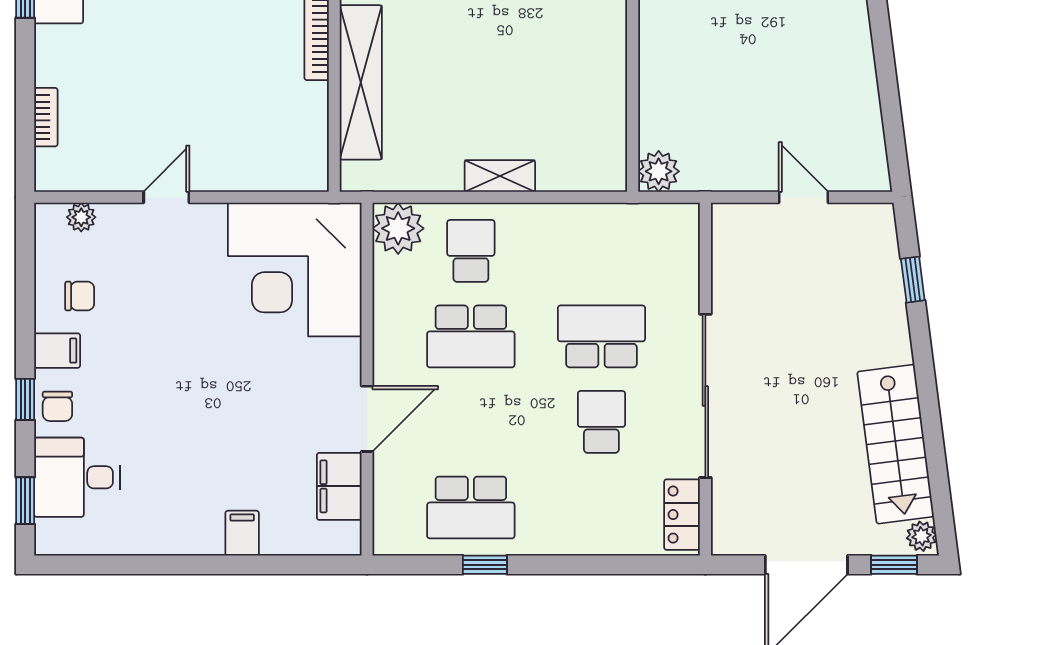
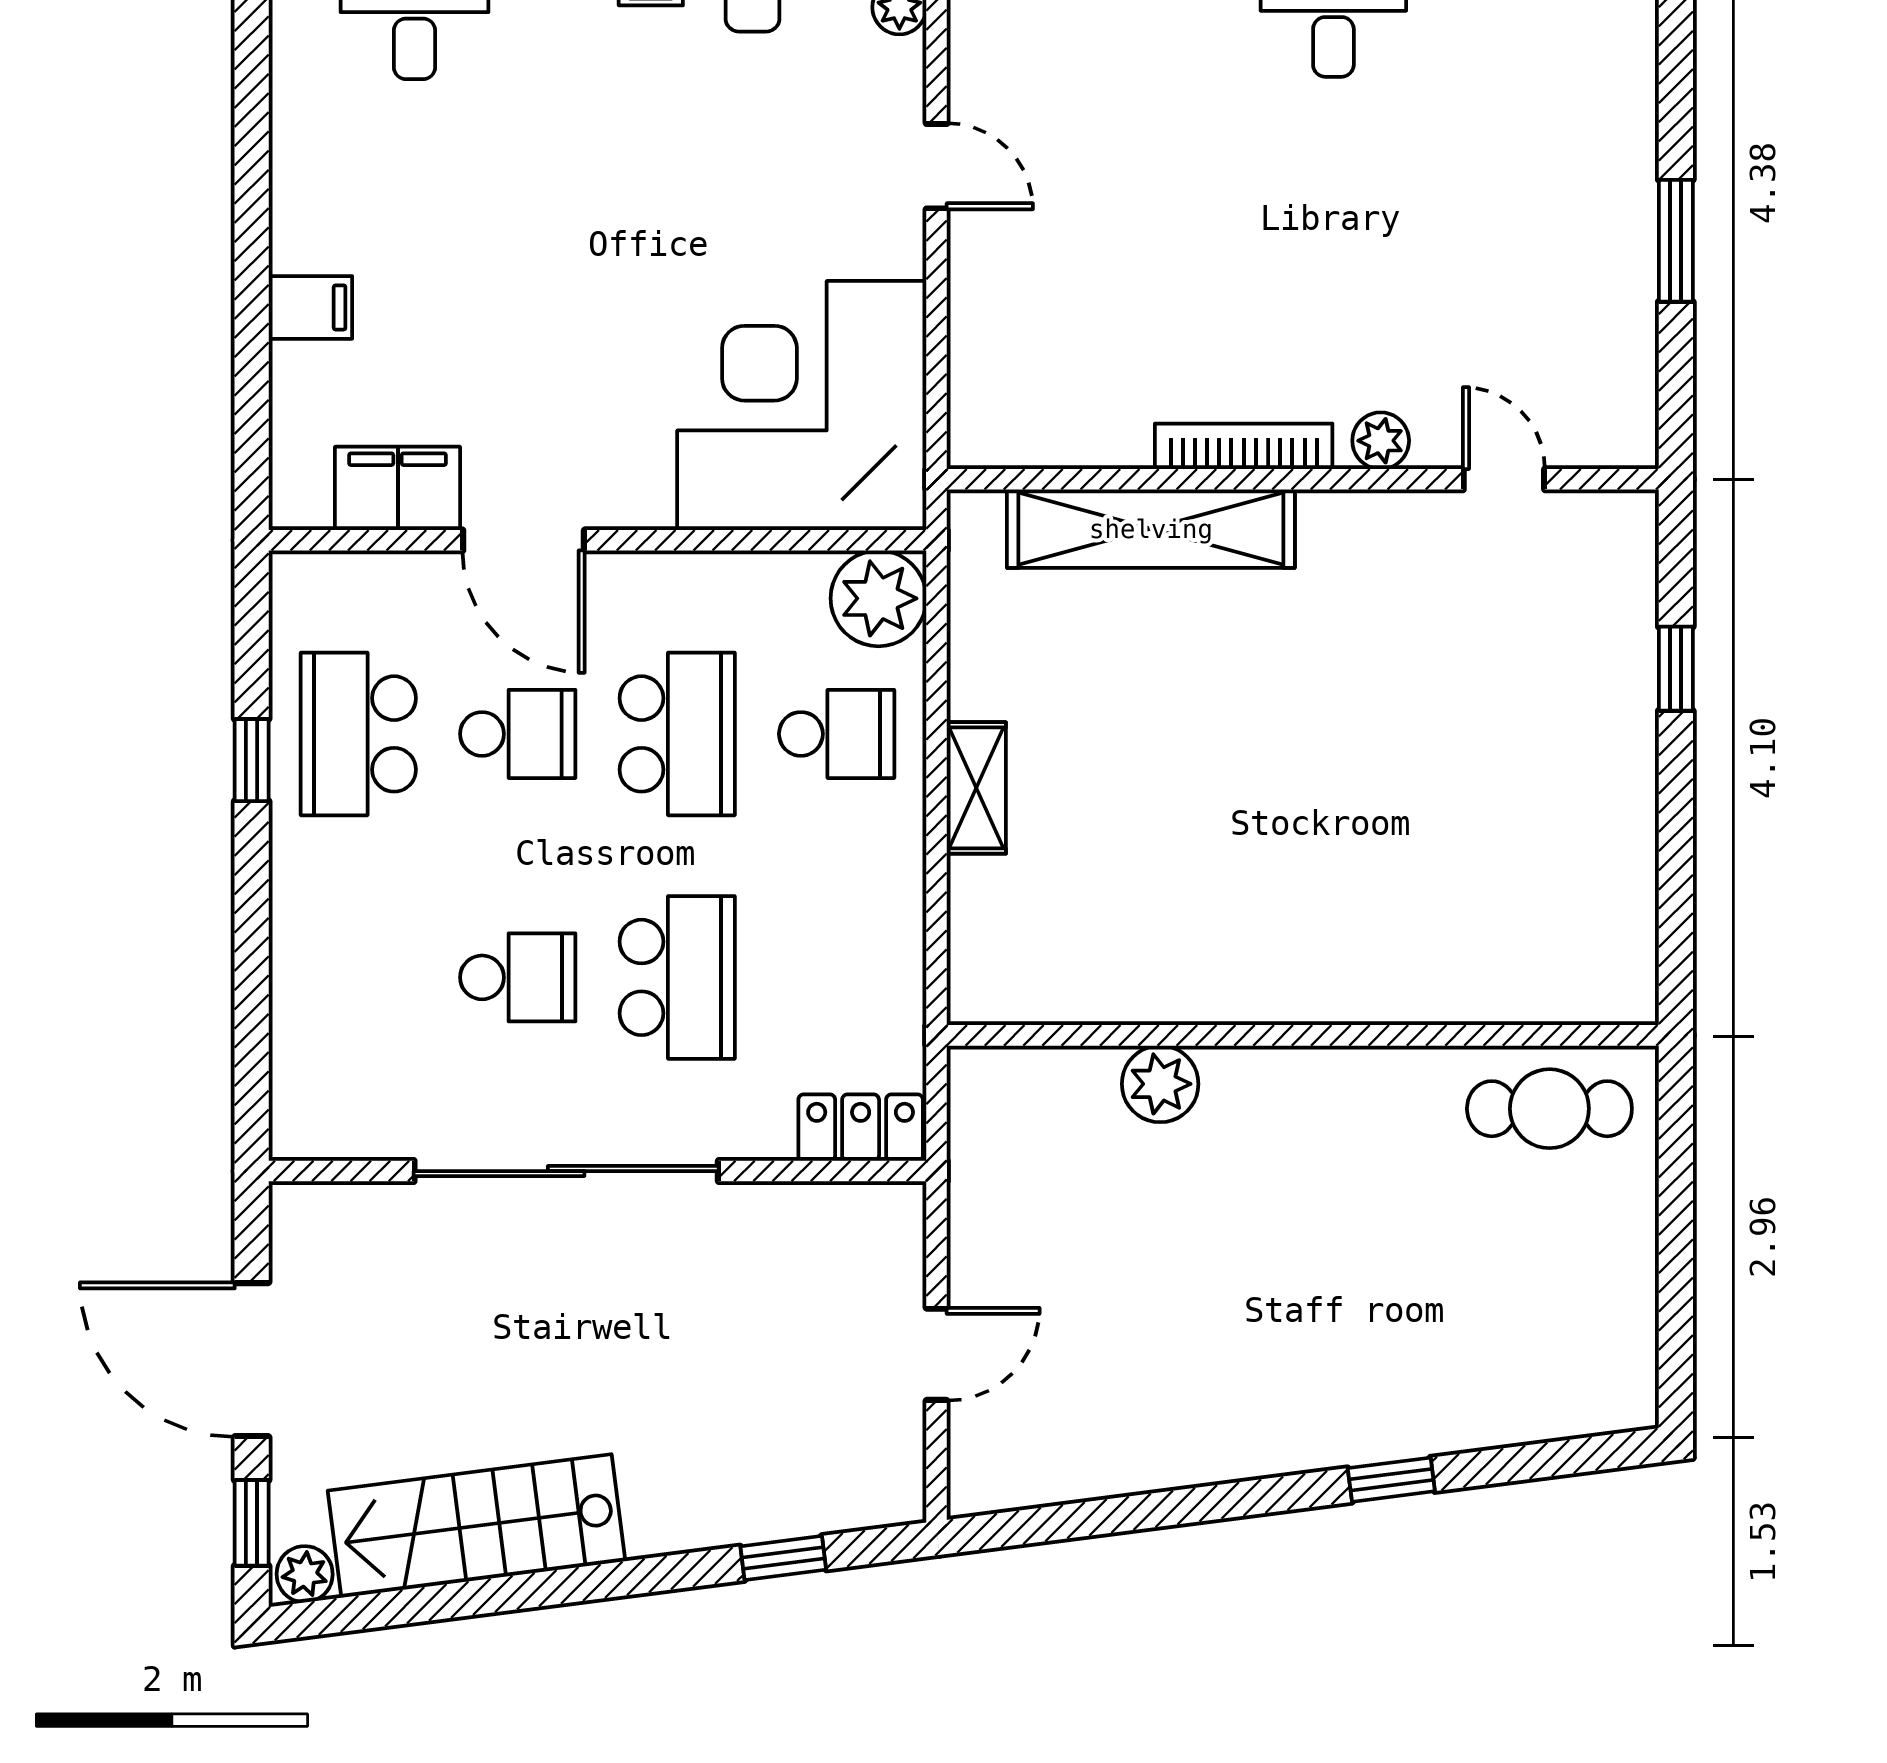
plant: (659, 171) -> (1160, 1084), moved
school desk: (471, 336) -> (677, 734), turned 180
school desk: (471, 422) -> (518, 734), added
locker: (682, 515) -> (861, 1128), moved

